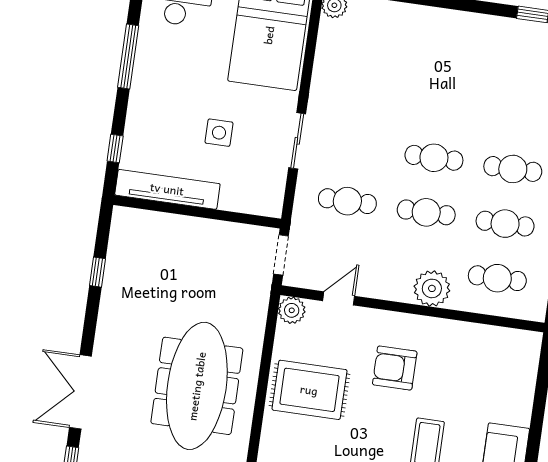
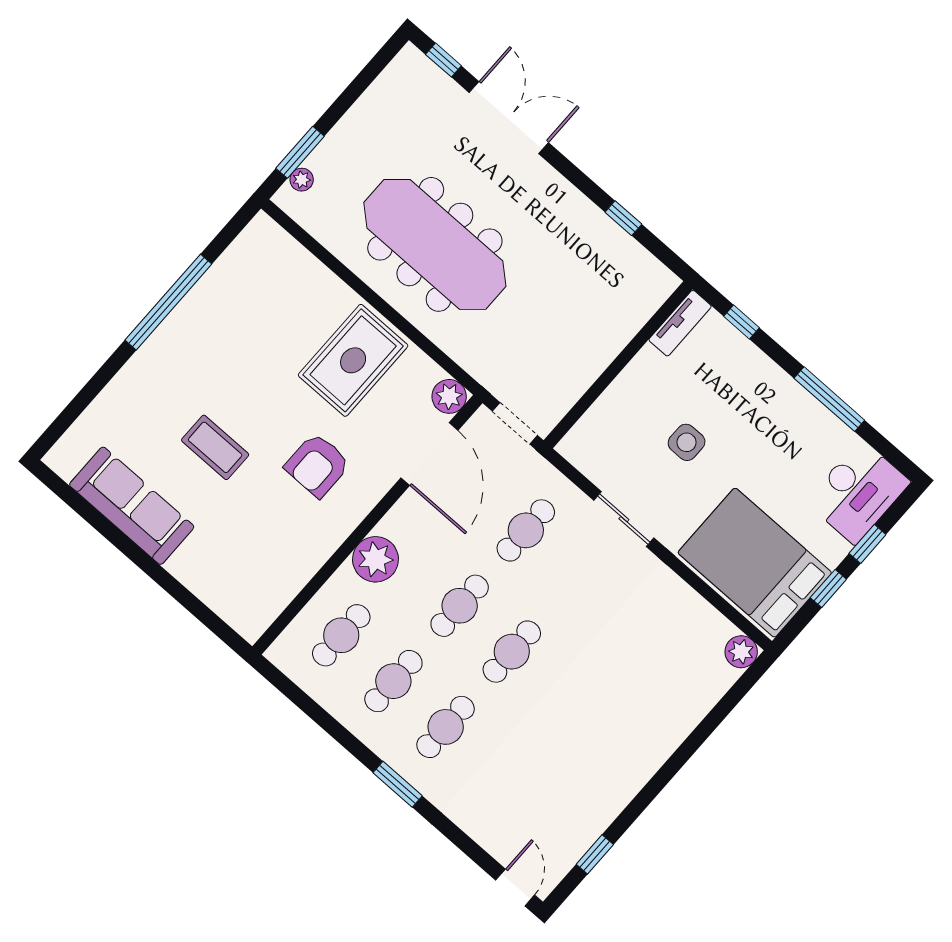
tv unit: (167, 189) -> (680, 323), width x0.52, depth x0.78
door: (339, 298) -> (429, 454), width x1.87
armchair: (395, 368) -> (317, 465), turned 180

